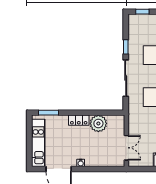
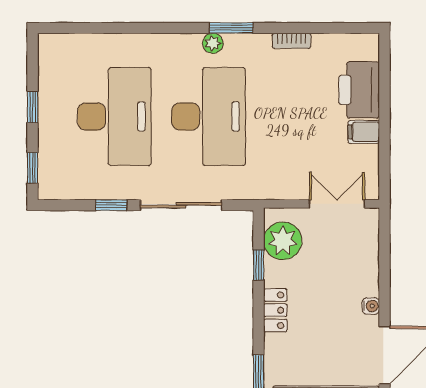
window: (99, 113) -> (259, 265), added
plant: (98, 123) -> (283, 241), moved

